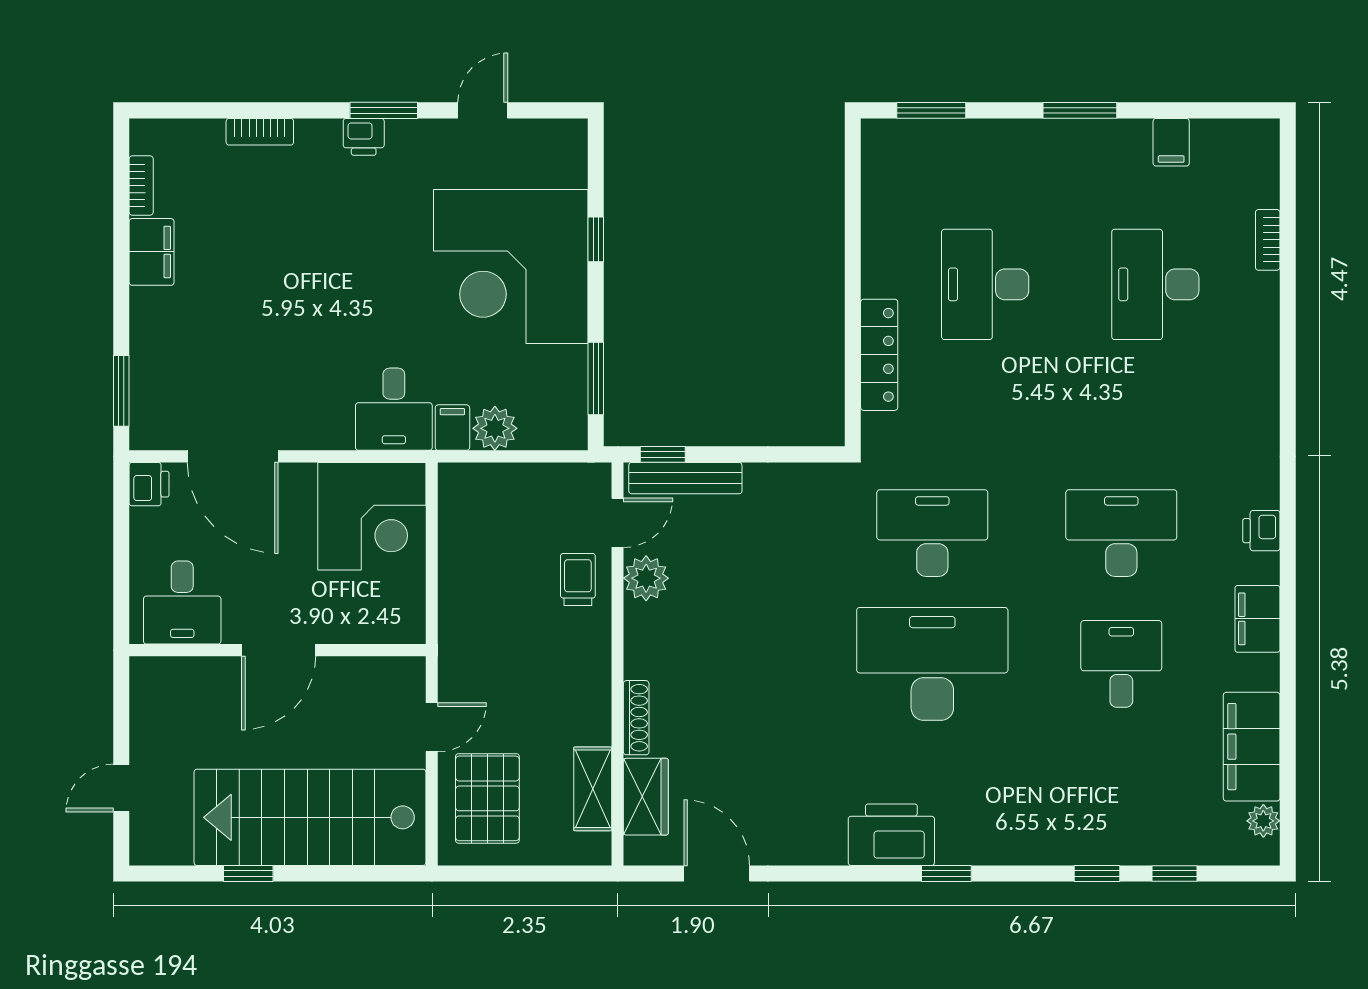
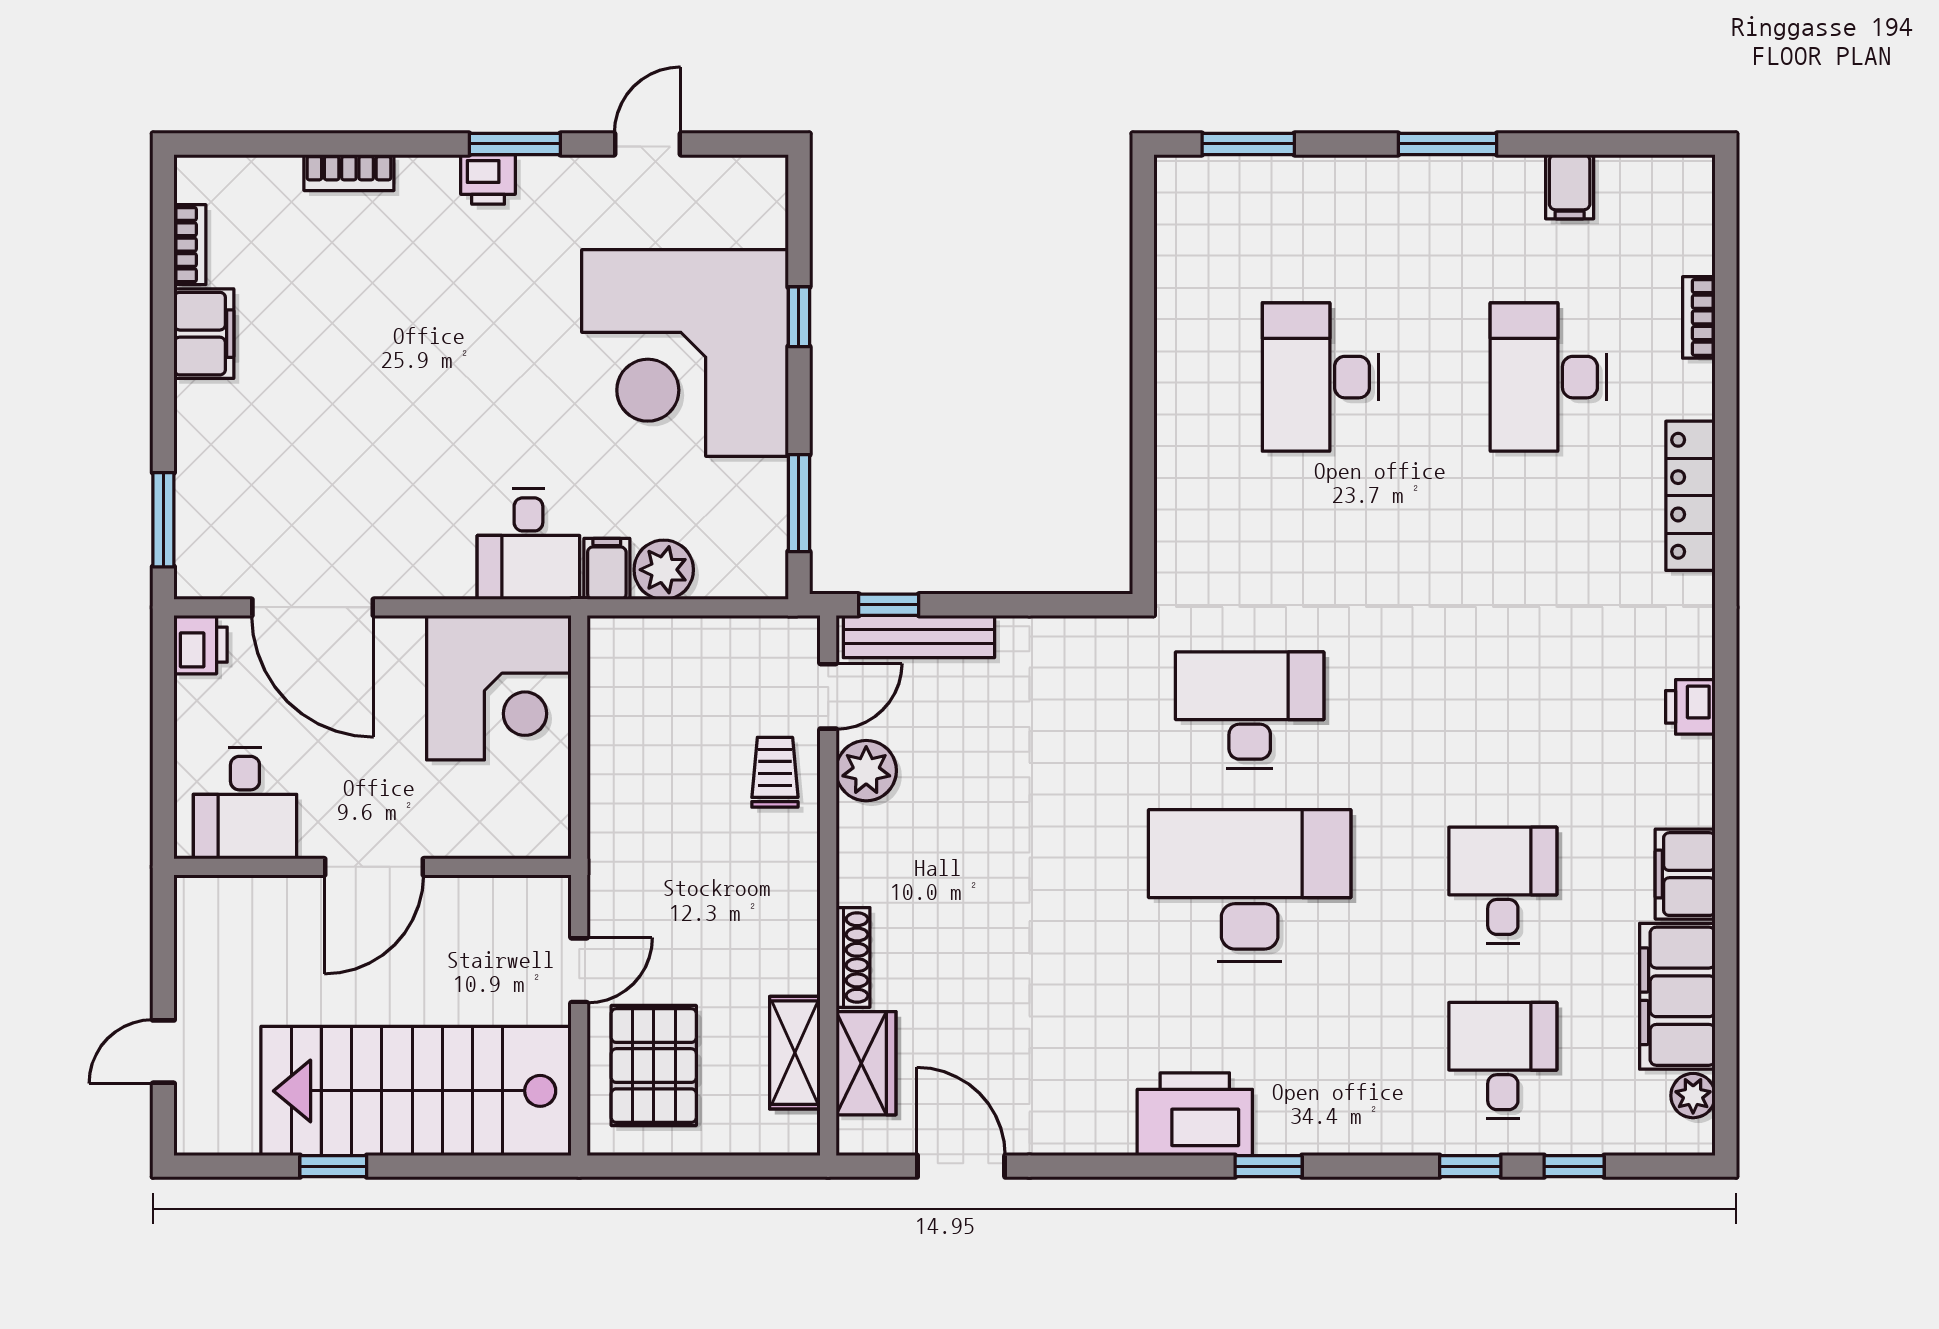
locker: (879, 355) -> (1690, 496), moved, turned 180
desk: (1121, 533) -> (1503, 1061), moved, width x0.73
filing cabinet: (1257, 619) -> (1685, 874), moved

